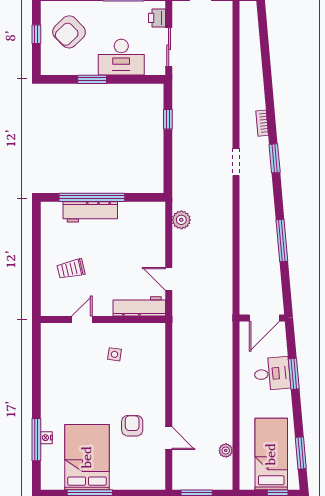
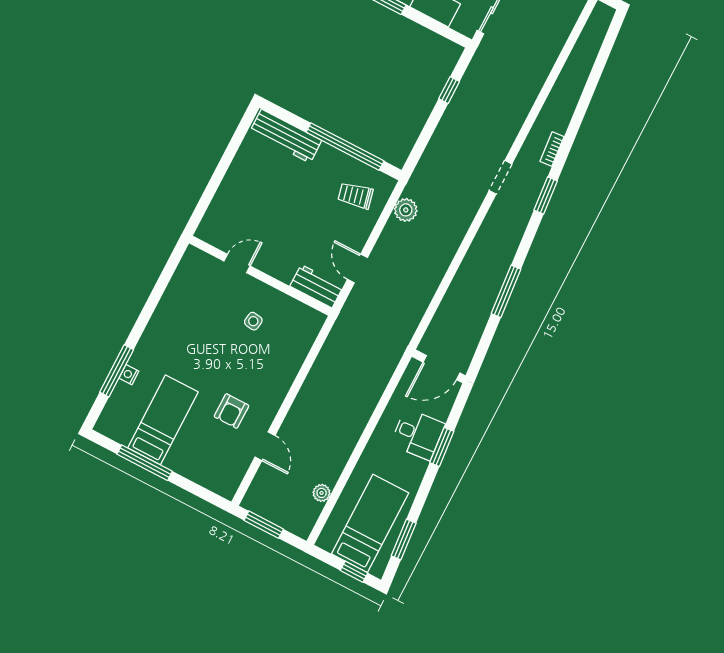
window: (92, 197) -> (345, 147), moved
workbench: (90, 212) -> (286, 136), moved
trolley: (71, 269) -> (355, 195), moved
workbench: (139, 306) -> (317, 286), width x0.73
armchair: (132, 426) -> (232, 411), turned 180
bed: (87, 457) -> (163, 420), width x0.67

